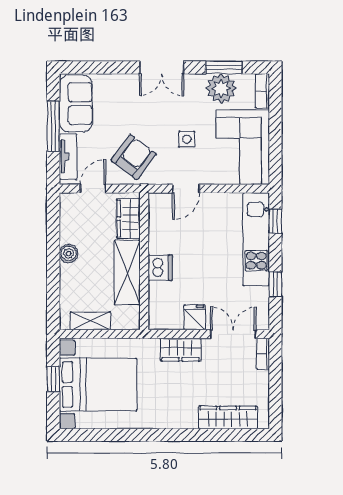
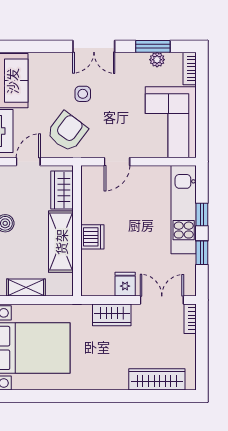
plant: (221, 88) -> (157, 60), width x0.53, depth x0.53
side table: (187, 139) -> (83, 94), moved
window: (275, 221) -> (202, 214), moved

